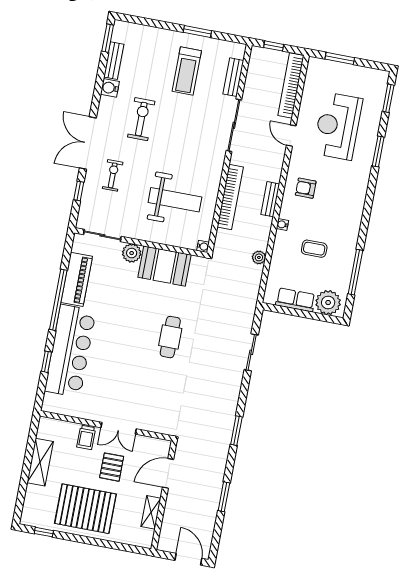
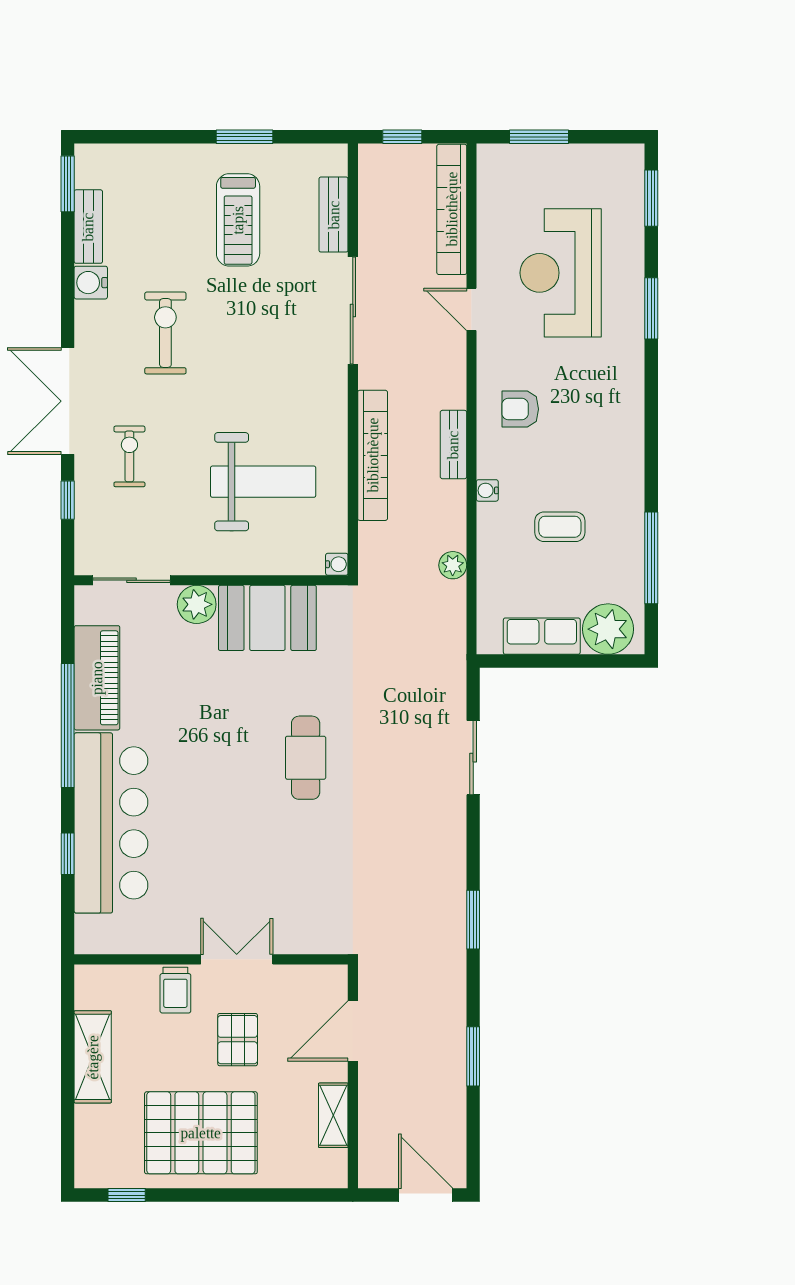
double door: (119, 428) -> (237, 959), swing flipped

